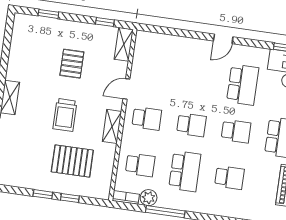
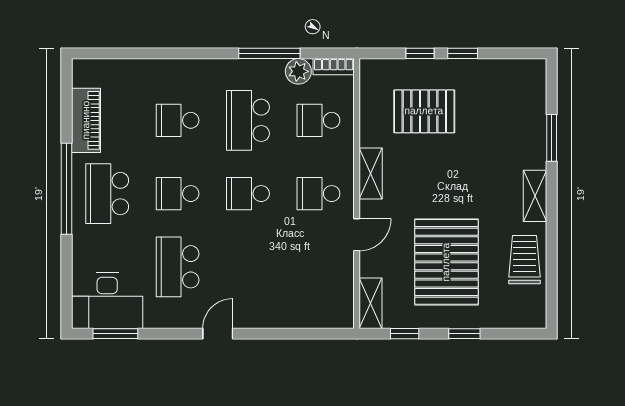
window: (48, 14) -> (464, 334), moved
pallet: (72, 64) -> (446, 262), width x2.05, depth x2.00
trolley: (65, 115) -> (525, 260), moved

